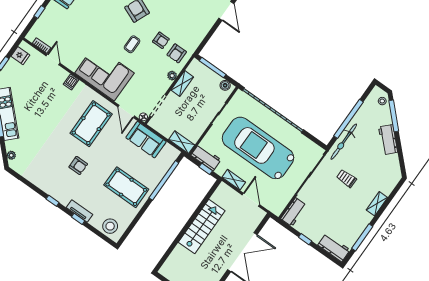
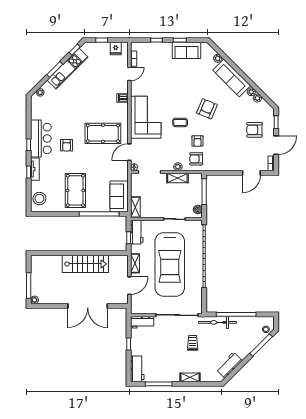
sofa: (146, 140) -> (119, 196), moved
workbench: (388, 140) -> (229, 365), moved
car: (258, 148) -> (170, 264), turned 180
bar counter: (55, 185) -> (41, 139), added

